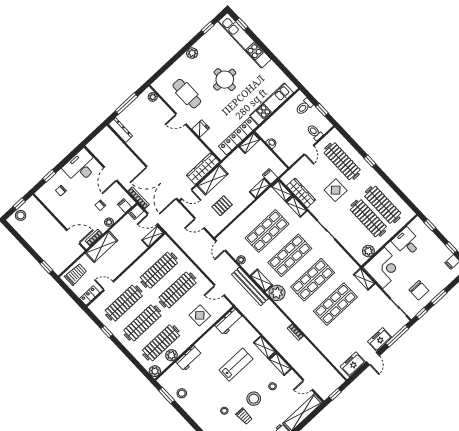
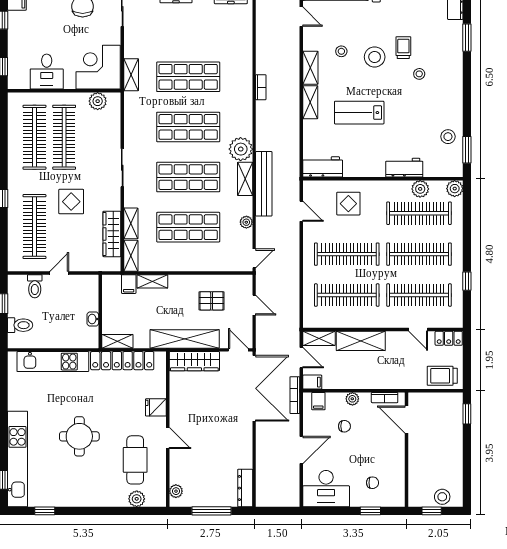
plant: (192, 53) -> (137, 499), moved
shelving: (212, 180) -> (185, 339), width x1.47
shelving: (102, 247) -> (361, 341), moved

